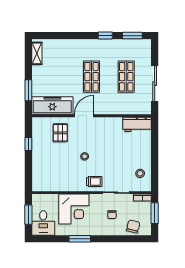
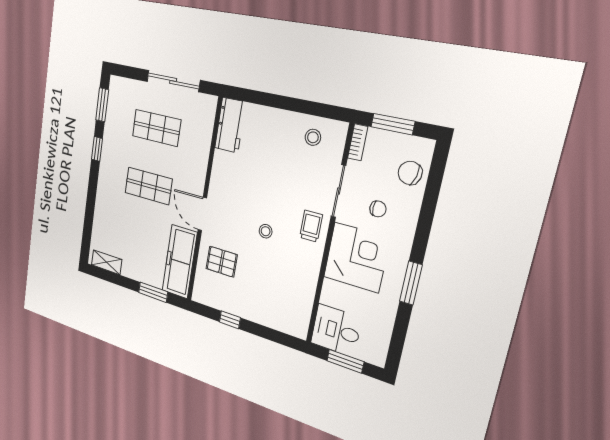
corner desk: (74, 209) -> (356, 257), moved
desk: (43, 223) -> (336, 330), moved, turned 180

